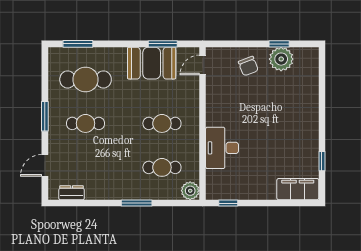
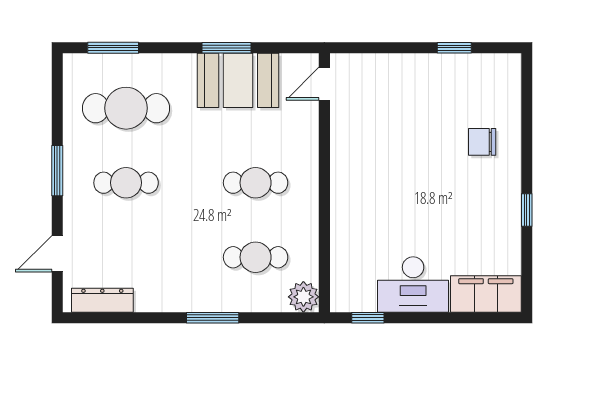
window: (163, 44) -> (227, 48), moved
plant: (281, 59) -> (458, 74), removed
chair: (248, 66) -> (482, 142), moved, turned 111
desk: (222, 148) -> (413, 284), moved, turned -90
window: (322, 161) -> (527, 210), moved
dresser: (72, 193) -> (102, 300), width x1.44

